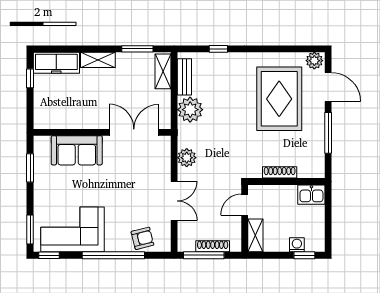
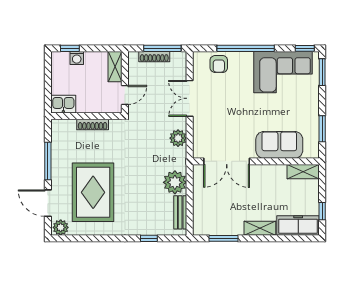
shelving: (163, 71) -> (303, 172), moved, turned 90
armchair: (142, 238) -> (219, 64), turned -76

